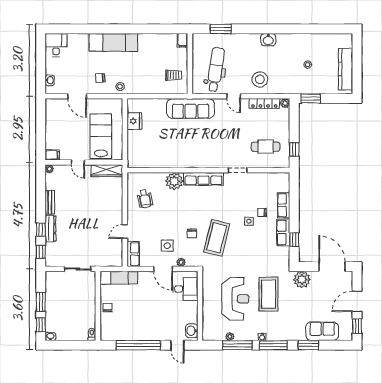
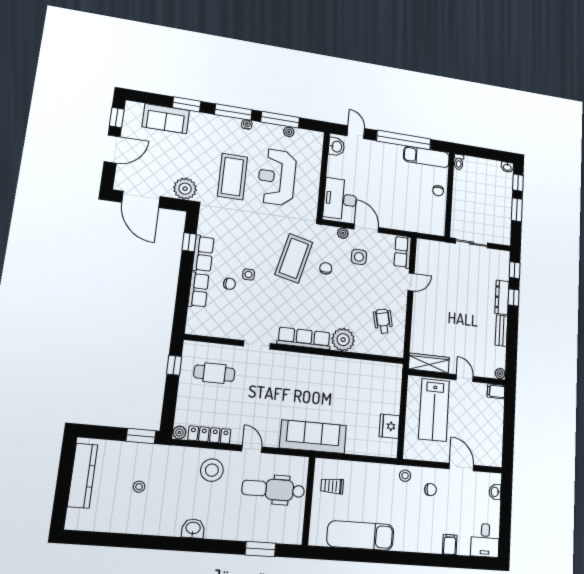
filing cabinet: (182, 40) -> (450, 545), moved
exam couch: (113, 42) -> (360, 535), moved
dental chair: (216, 70) -> (273, 489), turned 82
exam couch: (119, 278) -> (426, 157), moved, turned 180
desk: (185, 289) -> (340, 199), width x1.37

